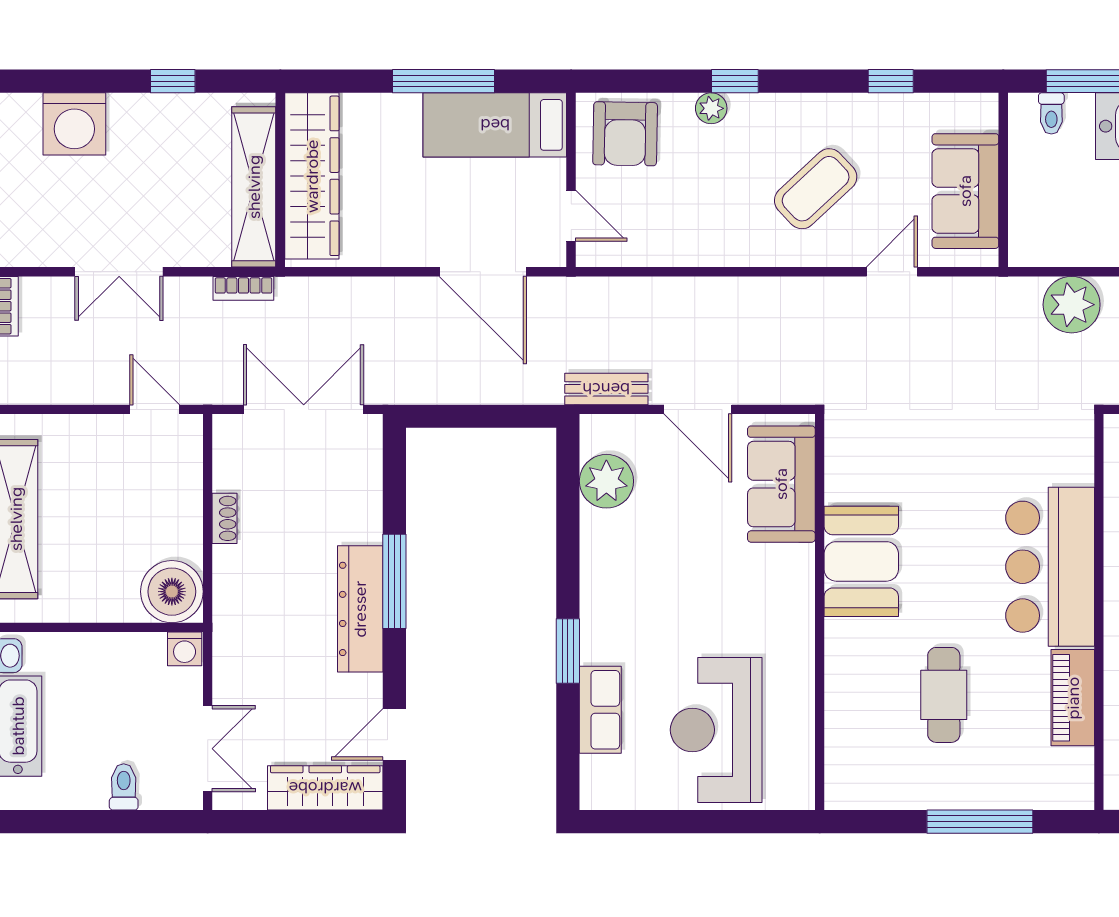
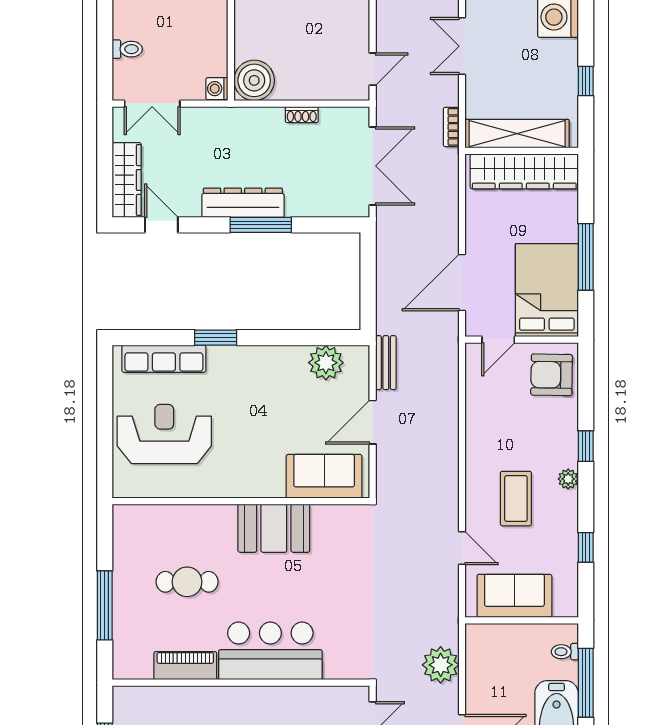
plant: (711, 108) -> (568, 479), moved
bed: (495, 125) -> (547, 290), width x1.50
coffee table: (816, 189) -> (516, 499), turned 43
row of seats: (600, 710) -> (164, 359), width x1.48

